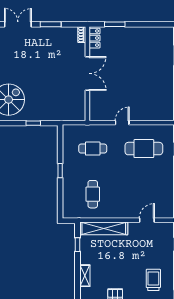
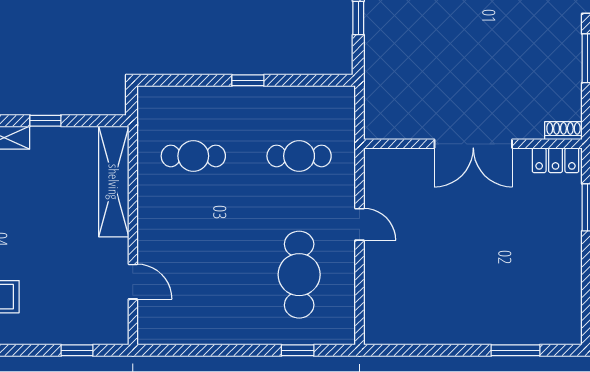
cafe table: (93, 149) -> (299, 156), turned 90
window: (78, 245) -> (45, 121), moved

